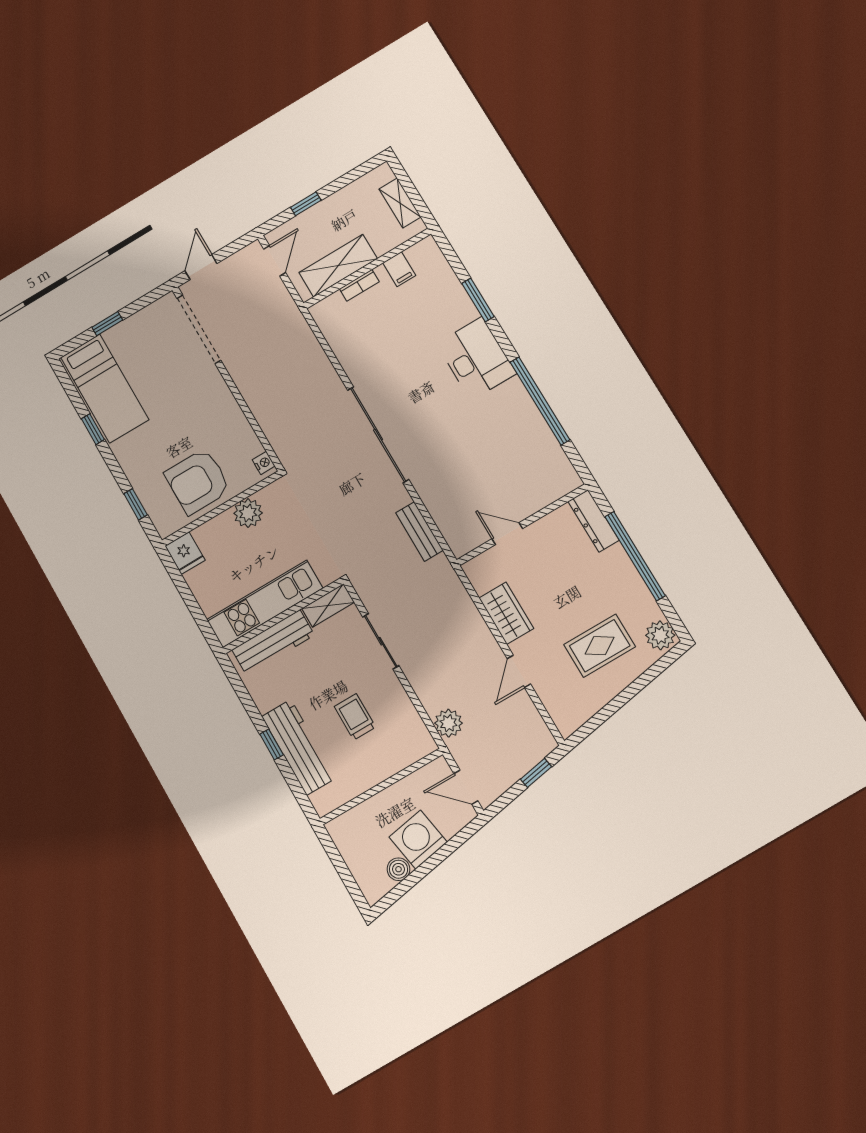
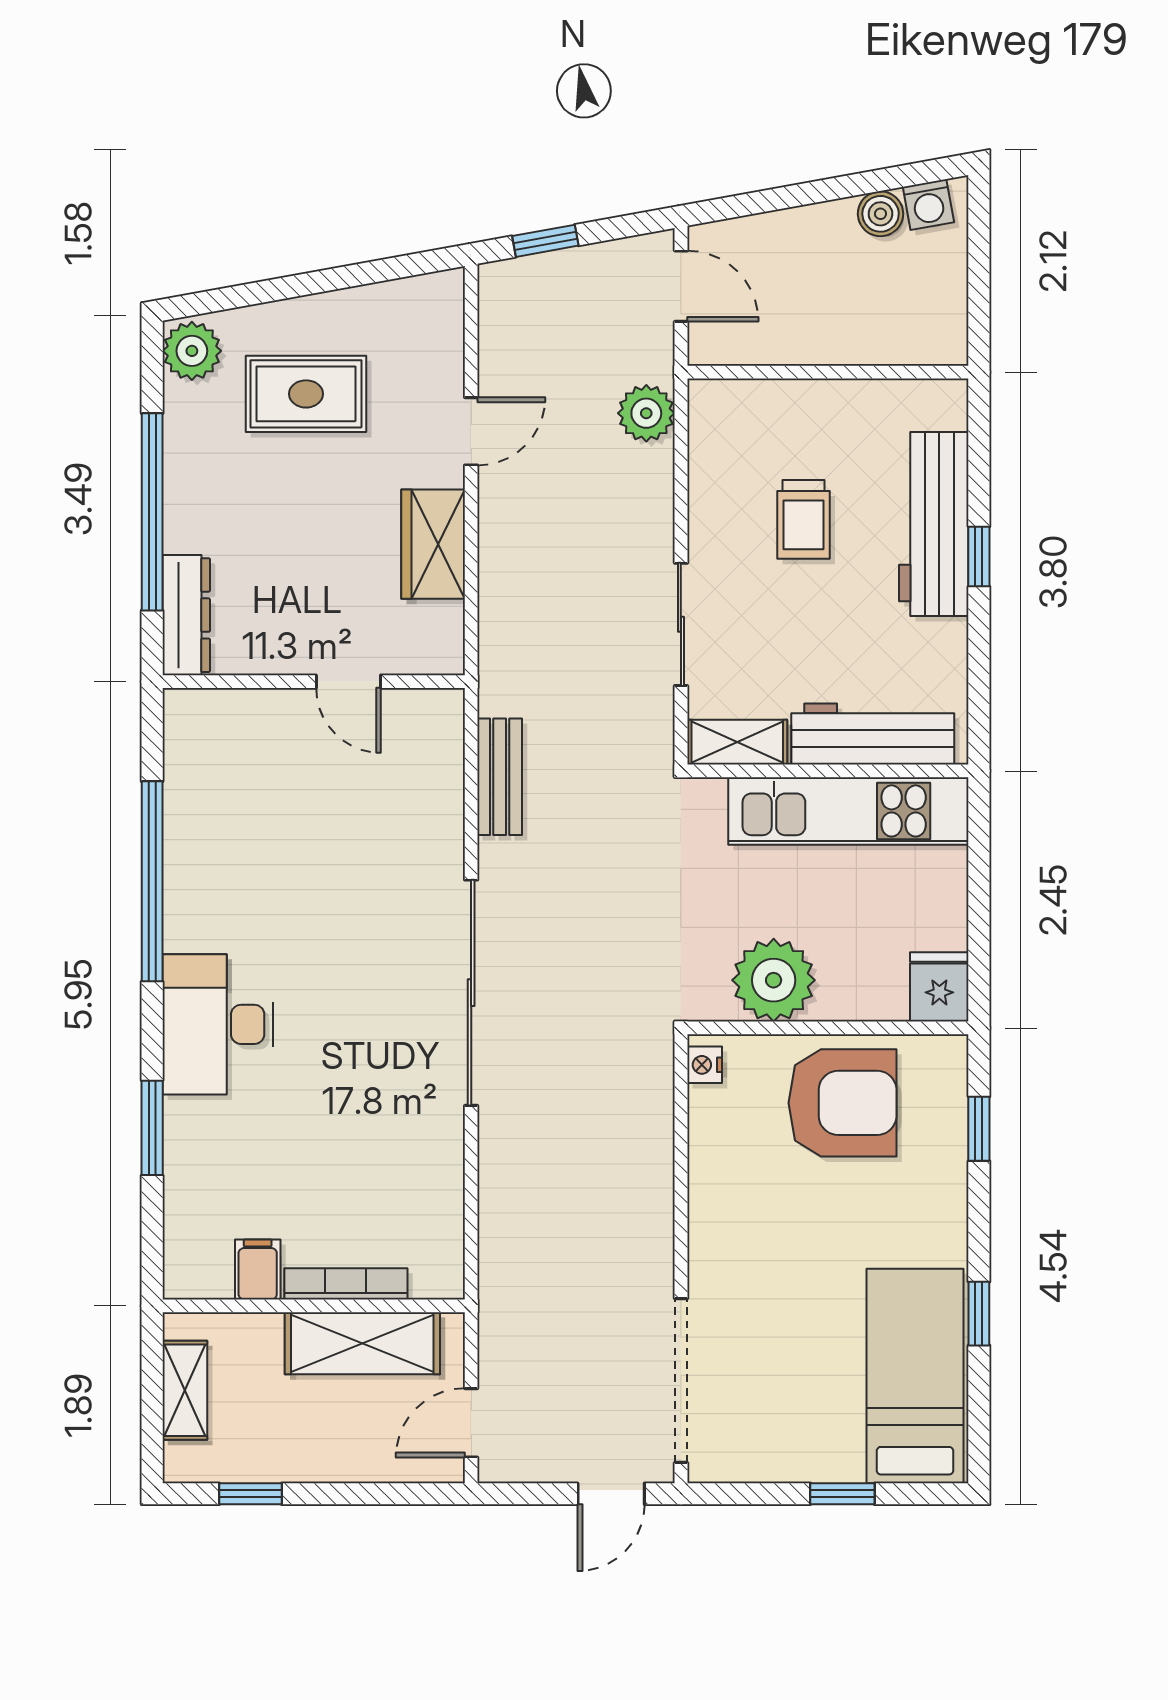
window: (306, 204) -> (251, 1494), moved
bookcase: (359, 285) -> (346, 1284), width x1.56
plant: (248, 513) -> (774, 980), width x1.36, depth x1.36
washing machine: (418, 840) -> (928, 205), moved, width x0.53, depth x0.53

